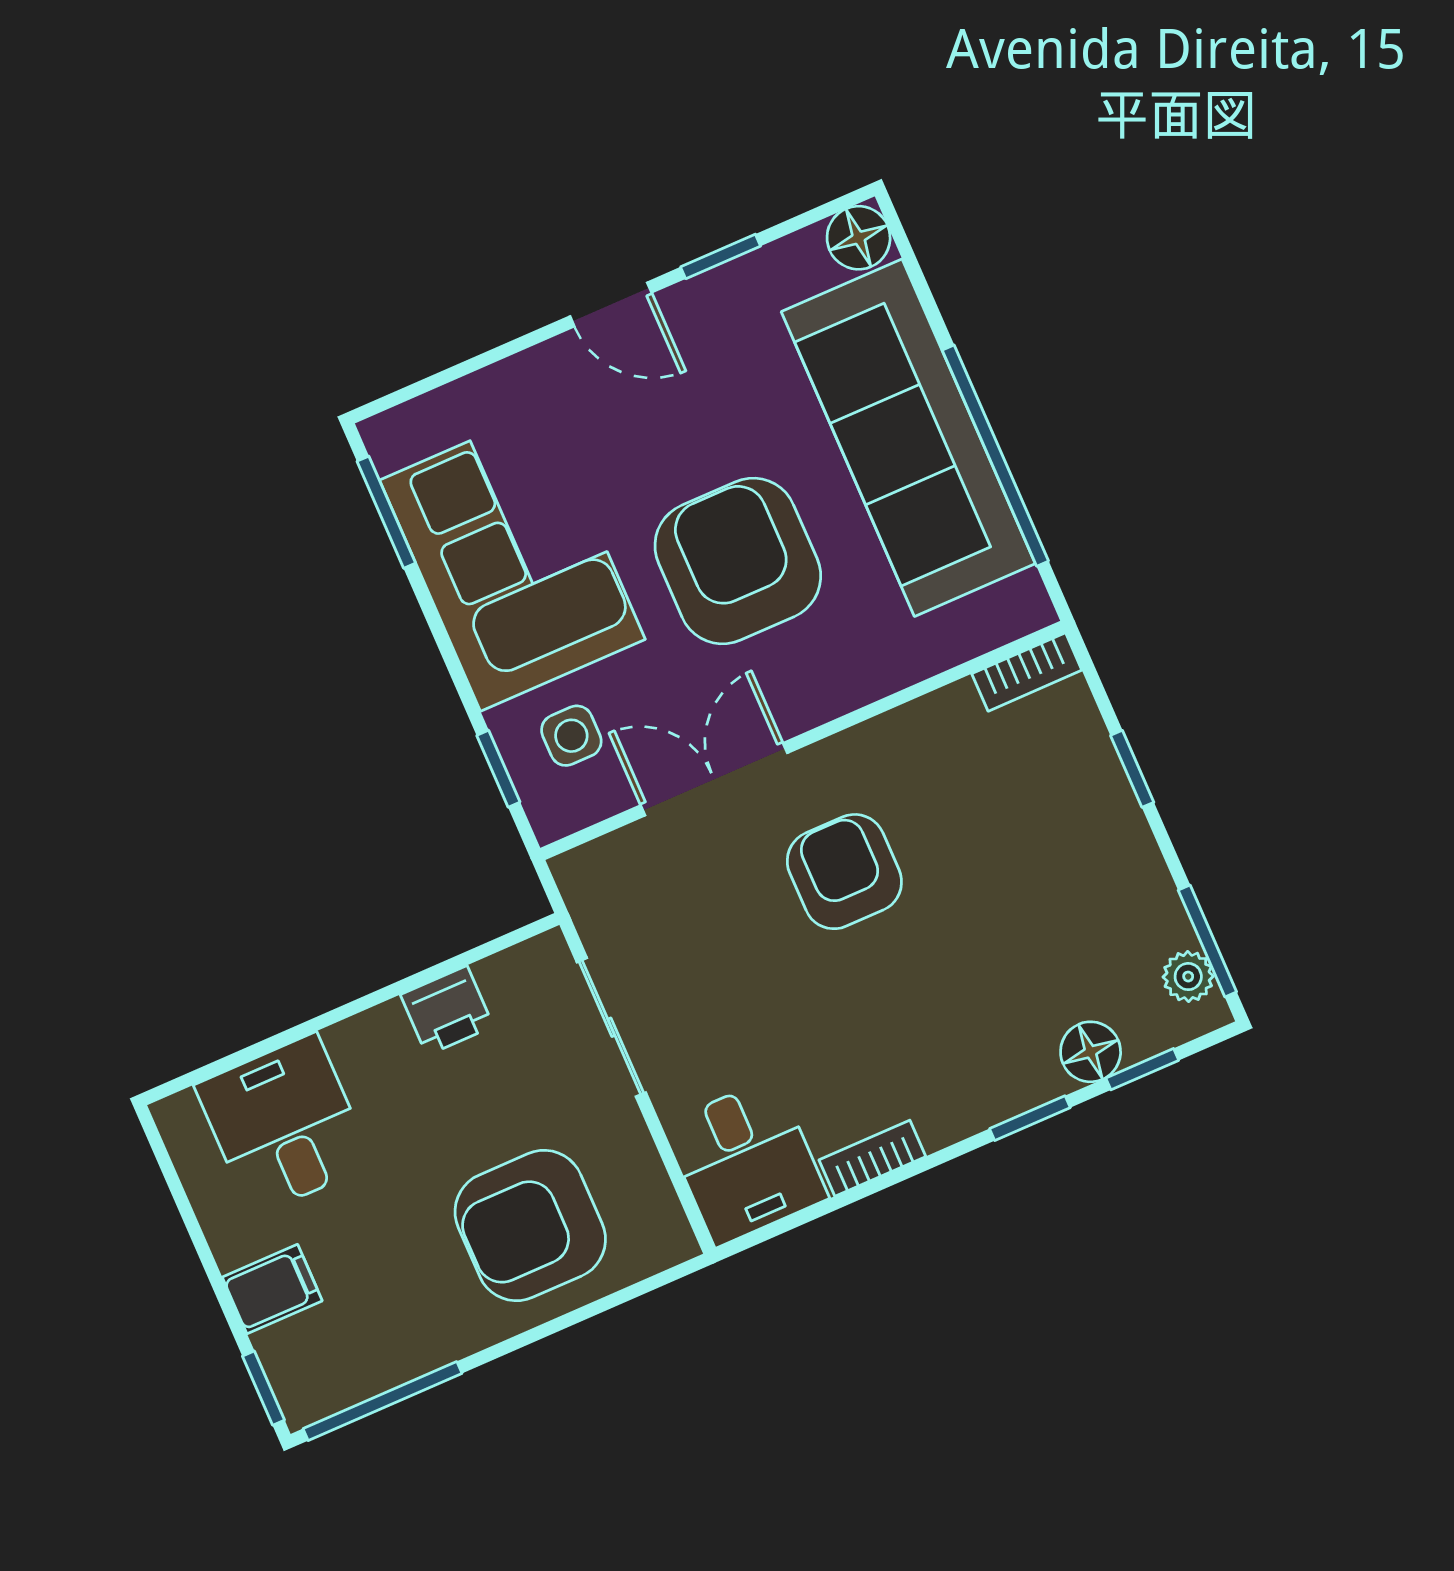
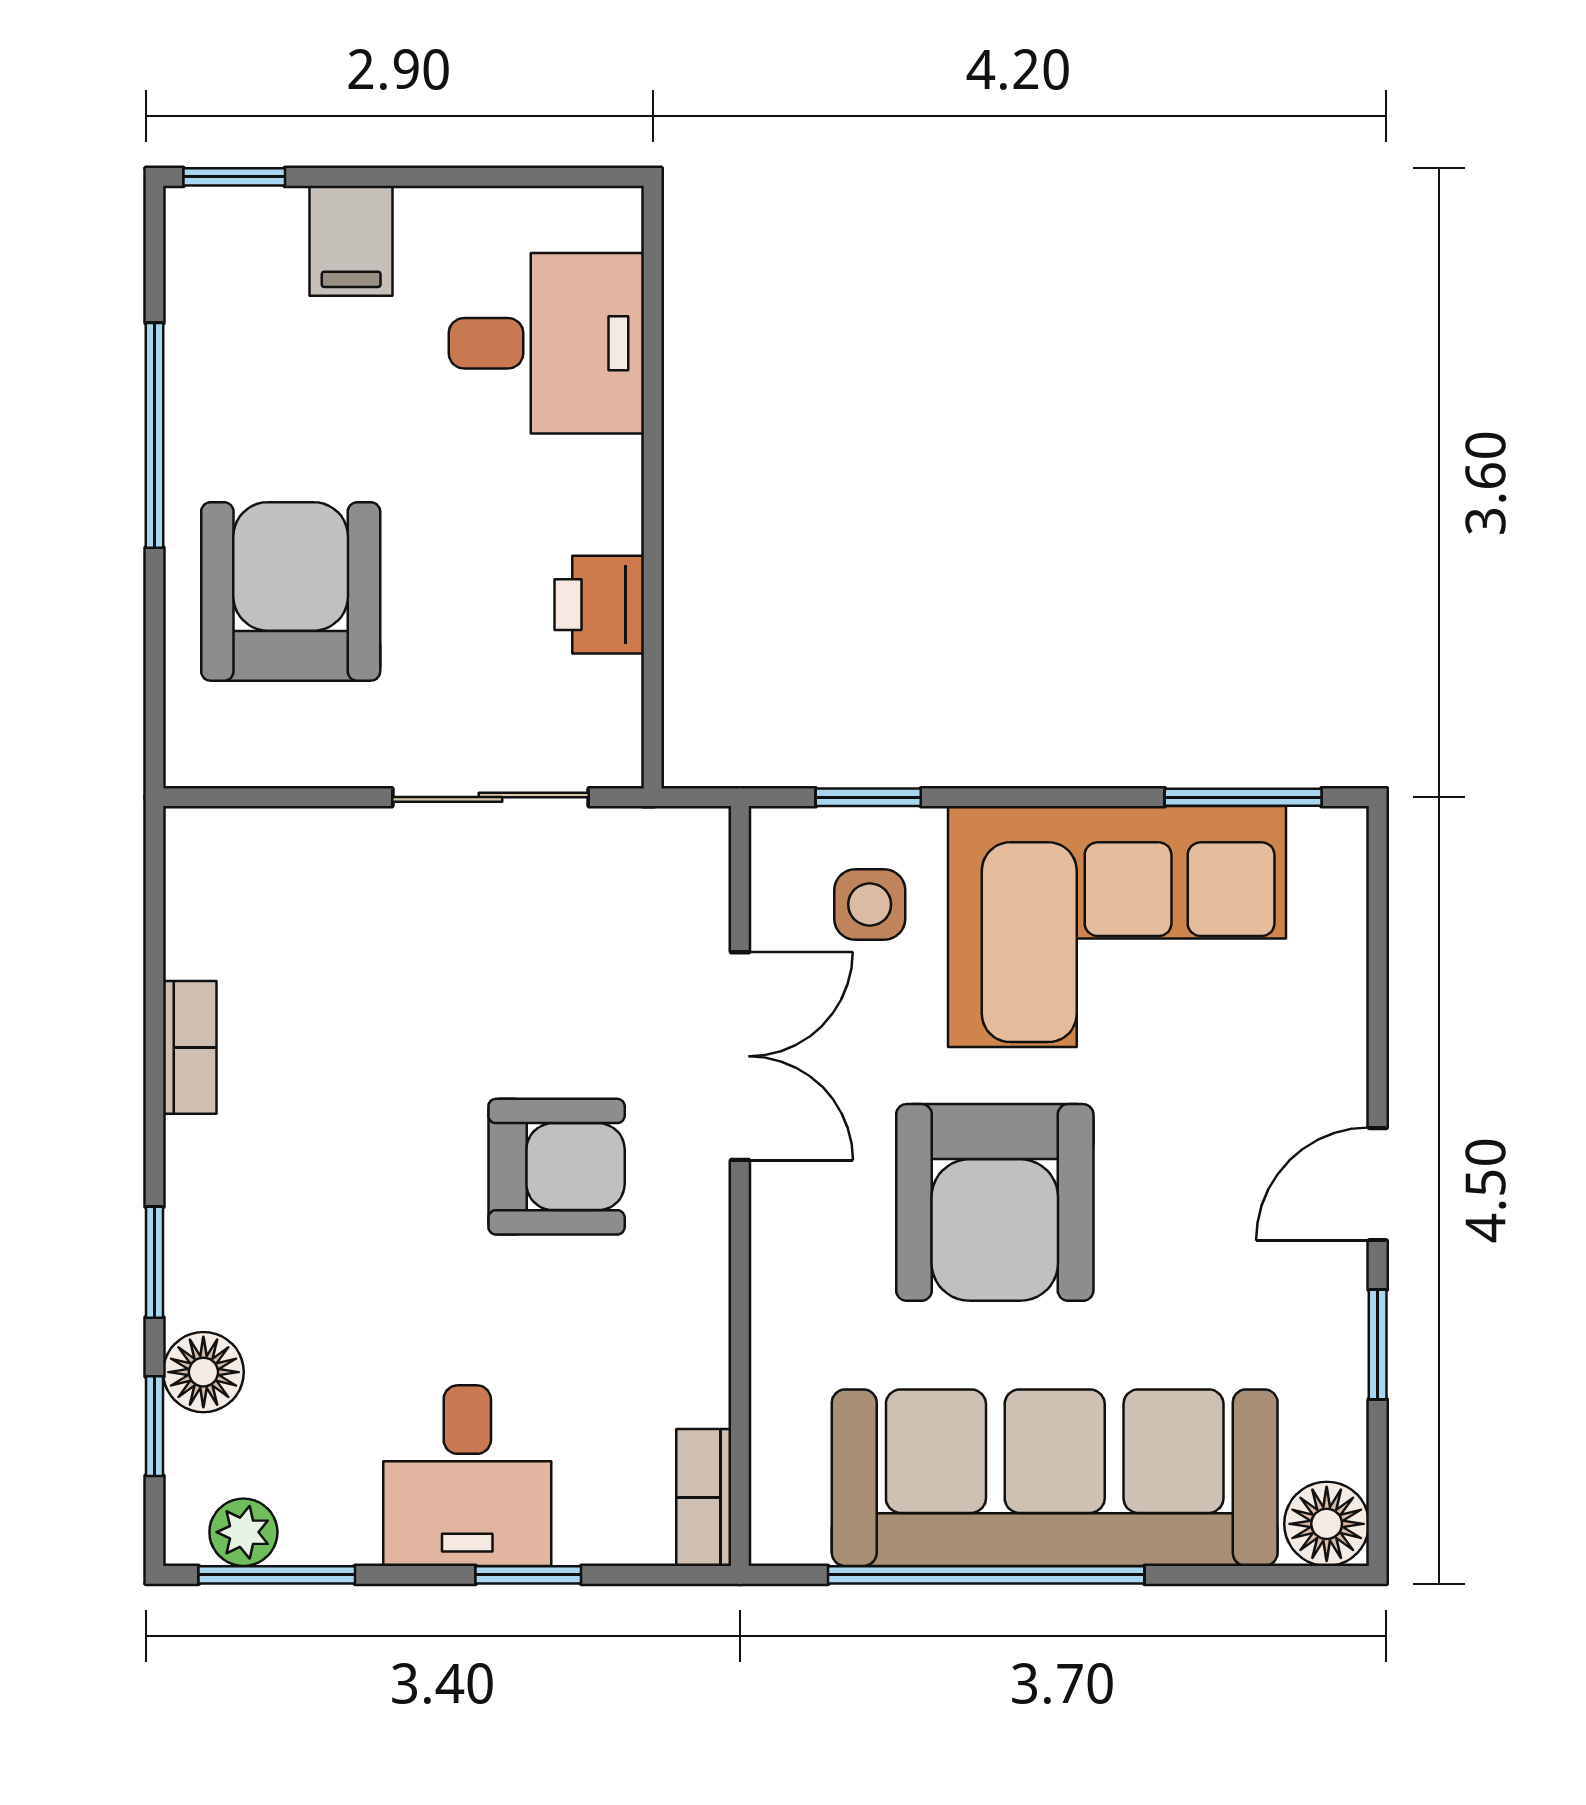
armchair: (738, 561) -> (995, 1202), turned 90
desk: (746, 1162) -> (467, 1476), moved, turned -90
window: (382, 1401) -> (154, 435), moved

